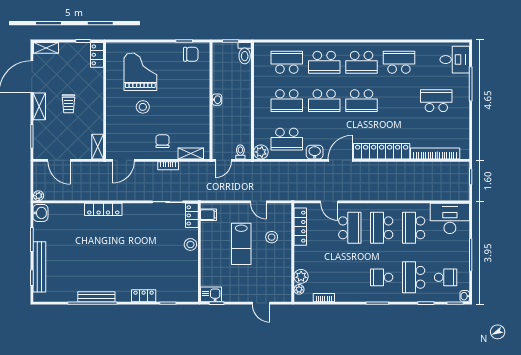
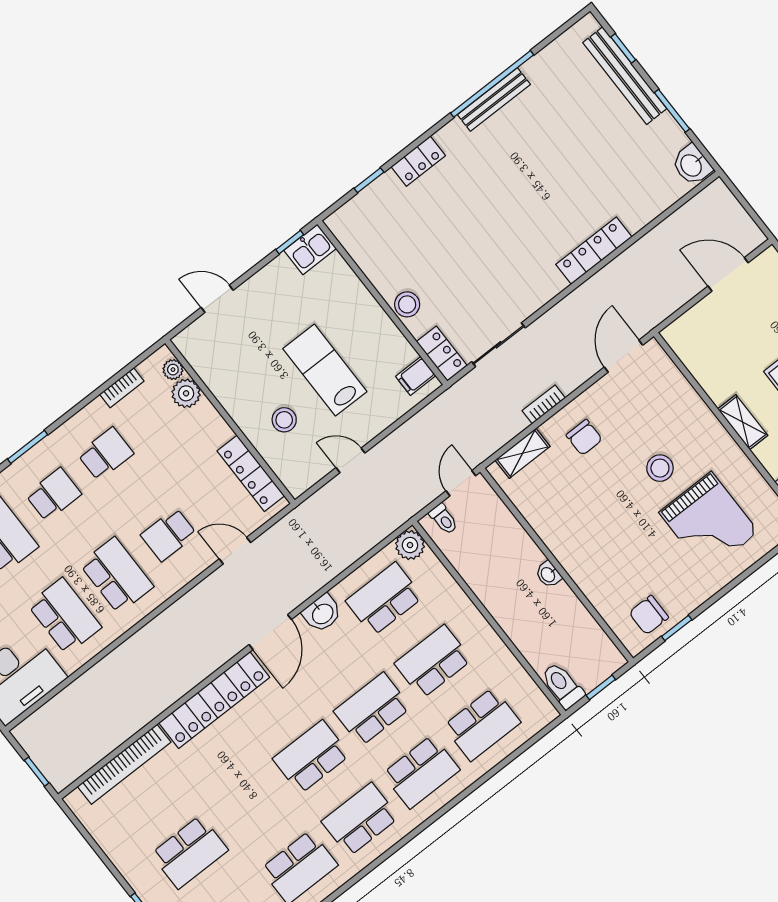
school desk: (324, 62) -> (421, 772), turned 180
shelving: (98, 147) -> (743, 422), moved
plant: (39, 196) -> (717, 191), removed
school desk: (350, 228) -> (169, 535), width x0.54
school desk: (350, 277) -> (106, 454), added

